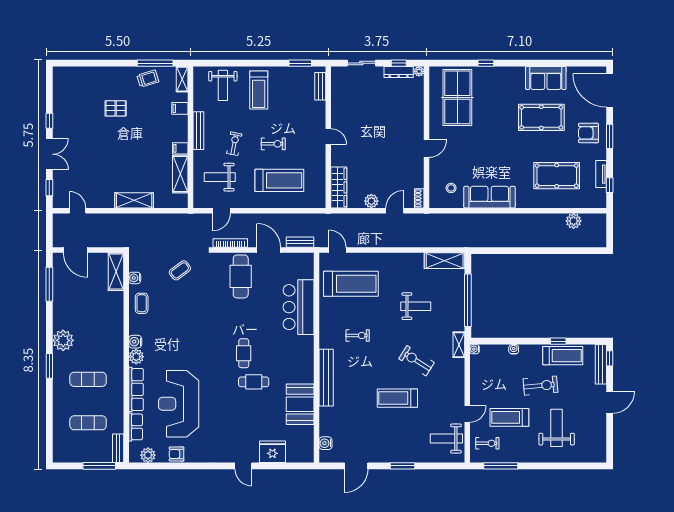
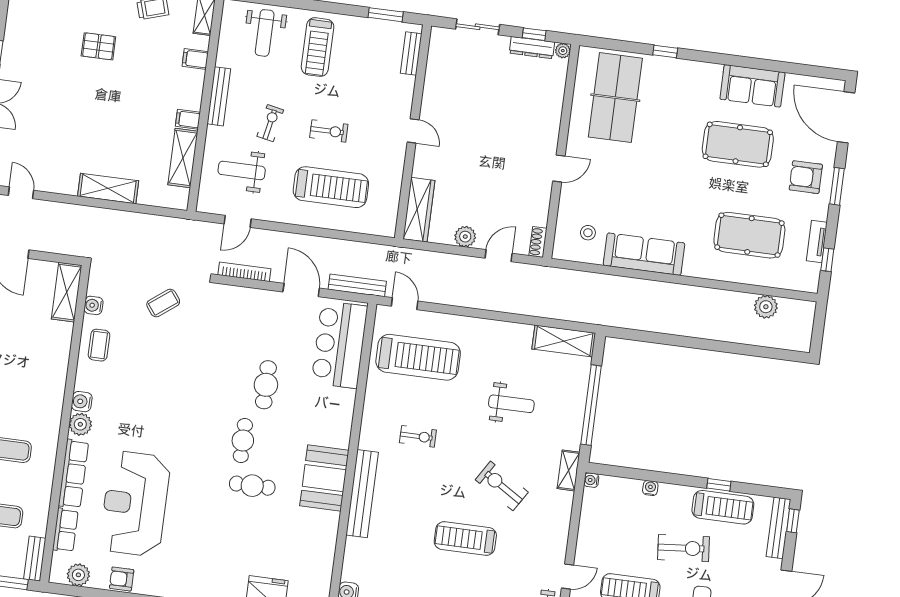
bench: (300, 242) -> (357, 285), width x1.36
cafe table: (241, 276) -> (266, 385), moved, width x0.73, depth x0.74
bar counter: (299, 307) -> (339, 345), moved
booth: (300, 404) -> (324, 478), moved

